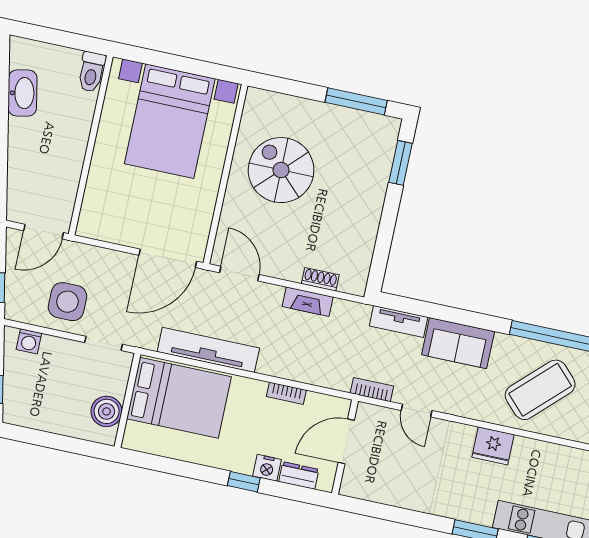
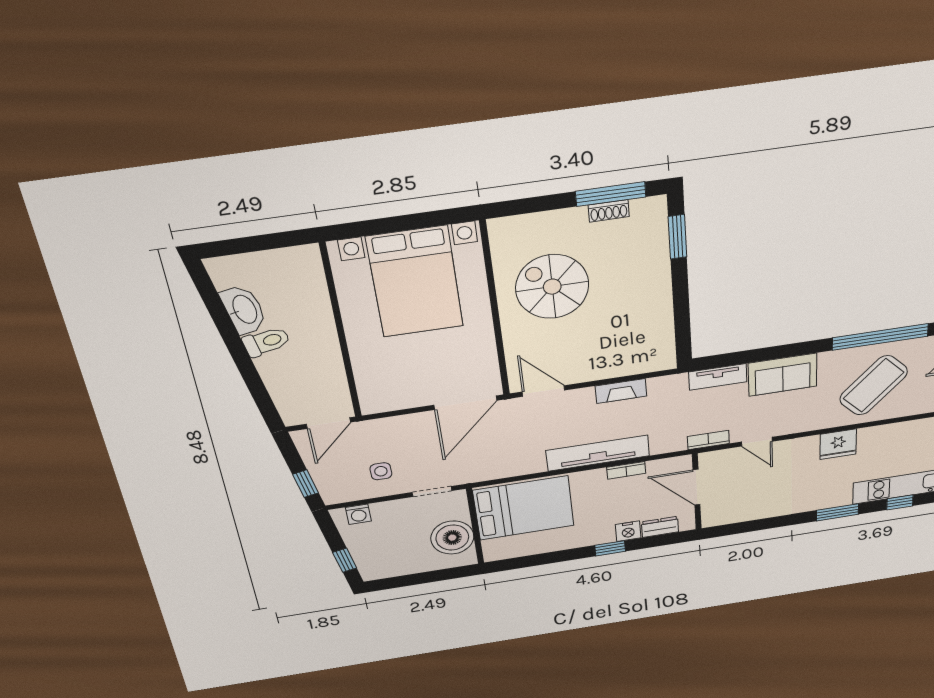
toilet: (91, 72) -> (266, 342), moved, turned -101
shoe rack: (320, 279) -> (609, 211), moved, turned 180
side table: (67, 302) -> (381, 471), width x0.54, depth x0.54
tv unit: (208, 350) -> (598, 453), moved
boiler: (107, 411) -> (452, 538), width x1.37, depth x1.37
door: (346, 441) -> (696, 487), hinge flipped

